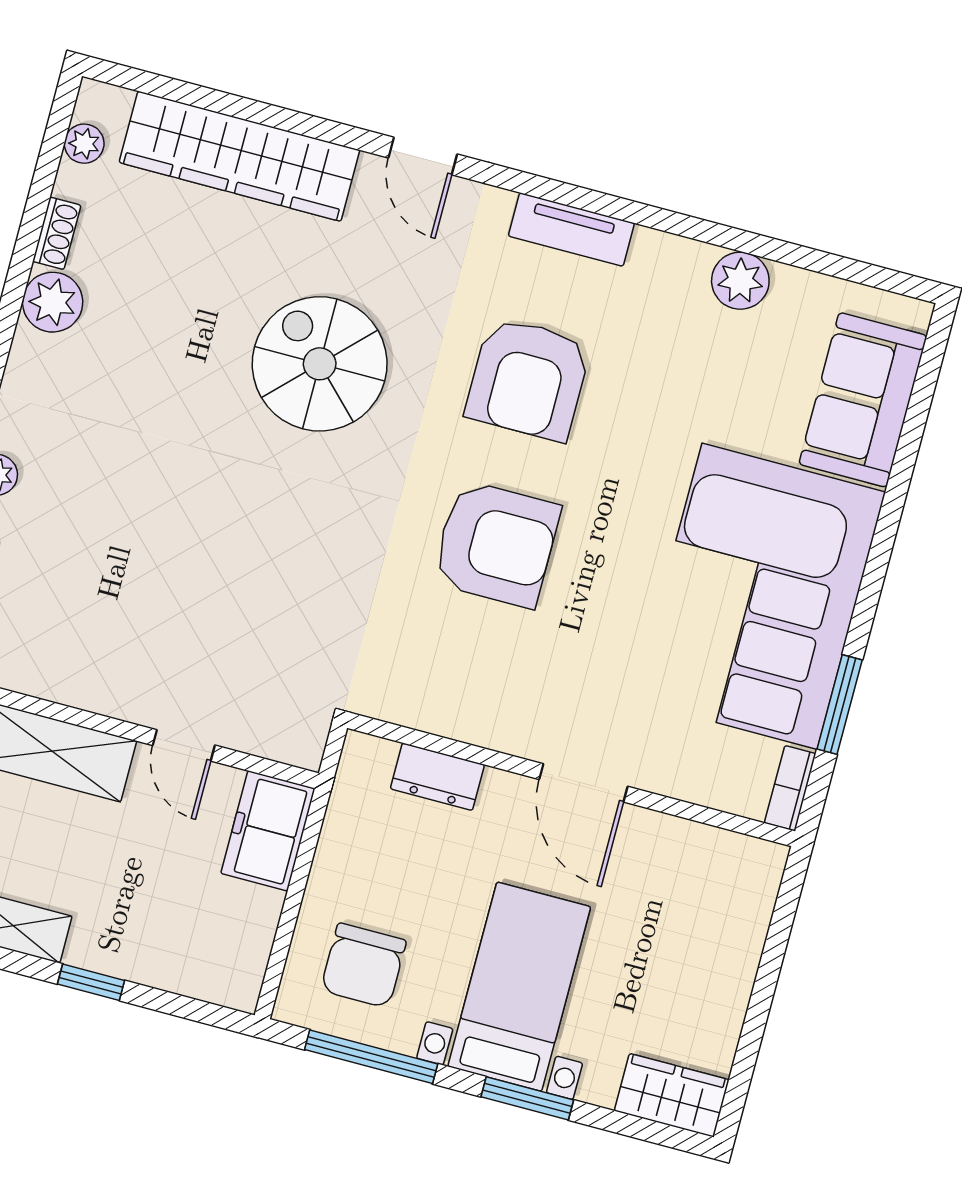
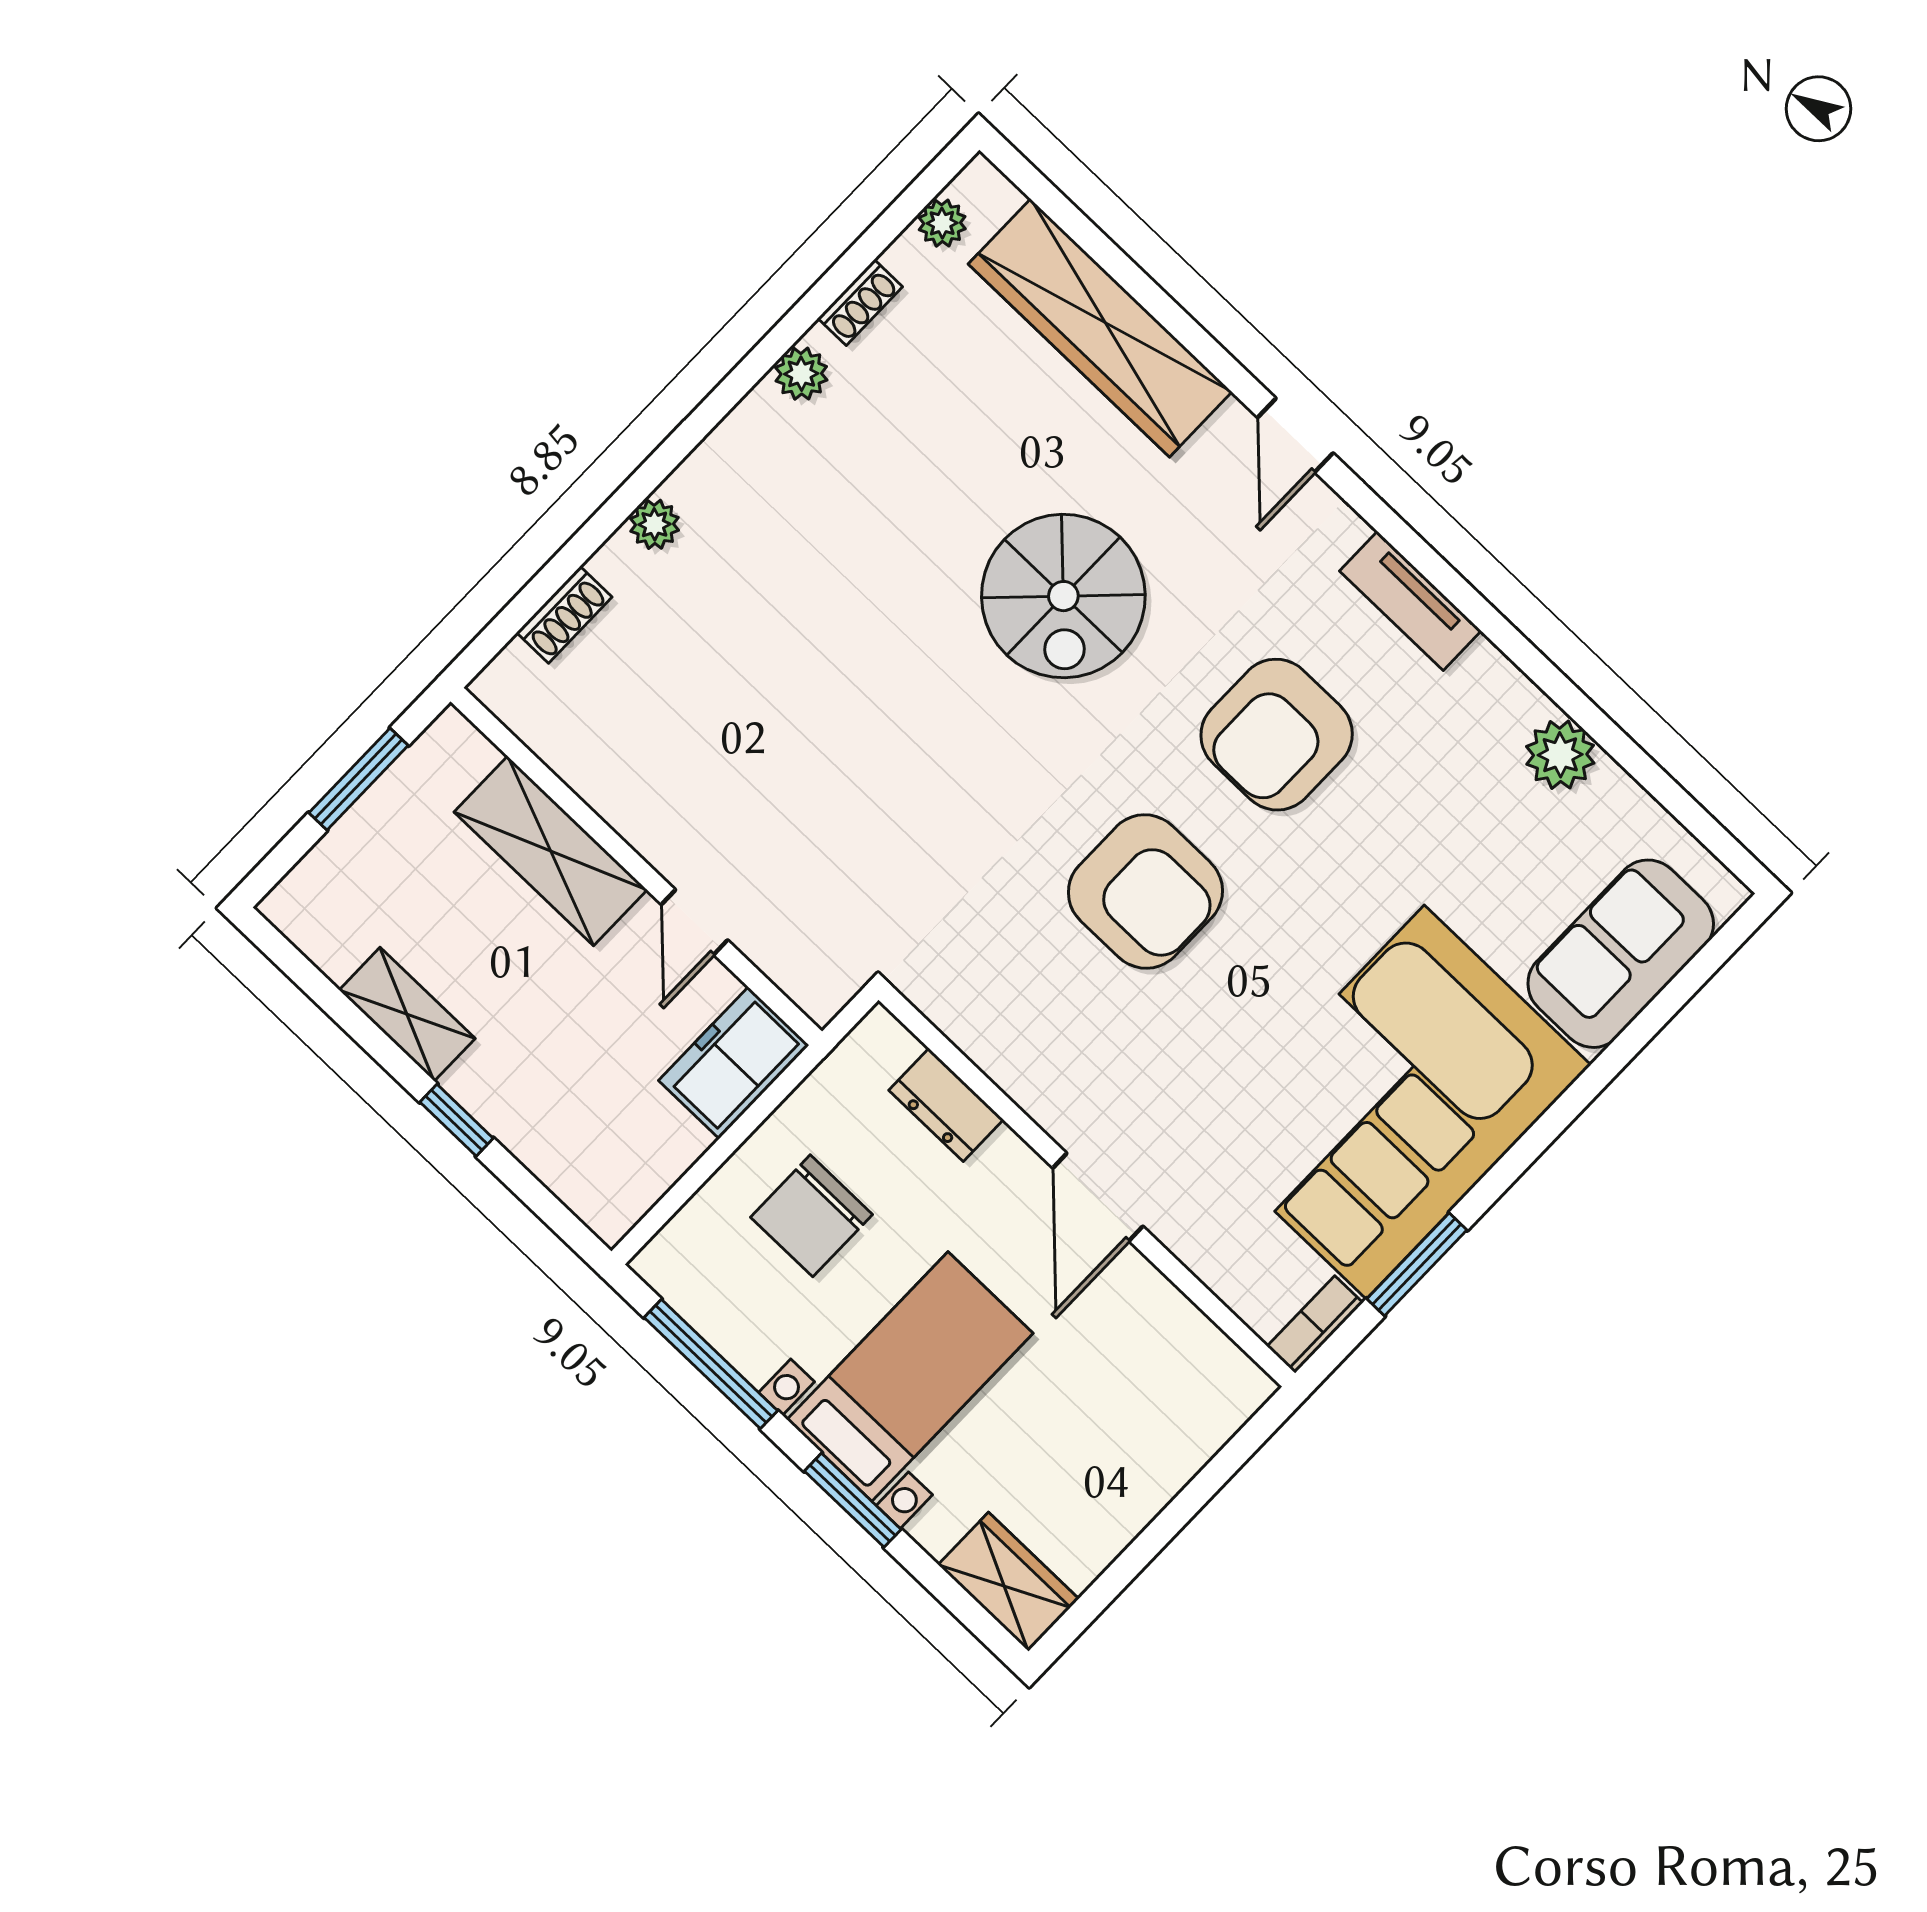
plant: (53, 302) -> (801, 374), width x0.73, depth x0.73
spiral stairs: (320, 364) -> (1063, 596), turned 180
chair: (363, 965) -> (812, 1216), moved

